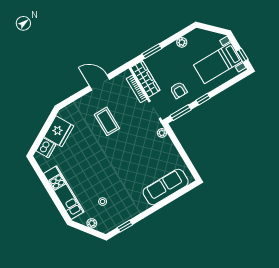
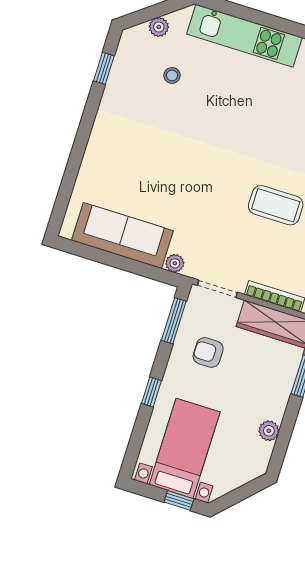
window: (242, 55) -> (179, 500), moved
window: (203, 99) -> (151, 392), moved
sofa: (166, 187) -> (122, 236), moved, turned -90

